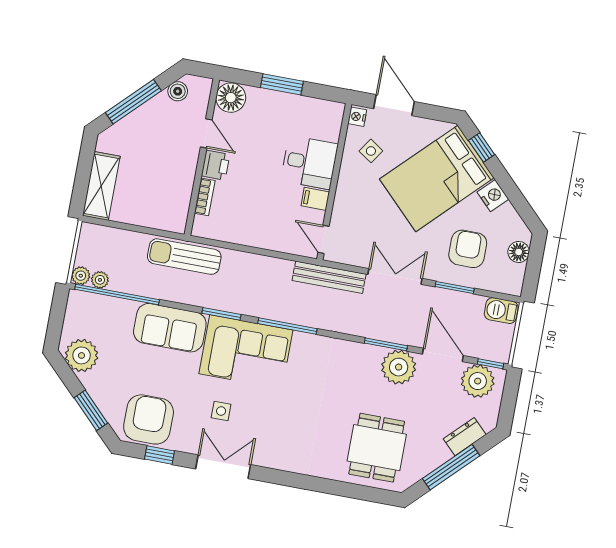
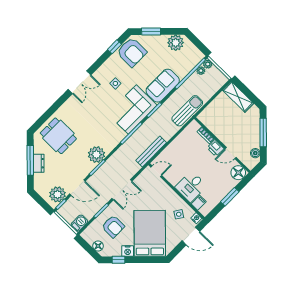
window: (482, 148) -> (118, 260), moved
filing cabinet: (315, 199) -> (199, 203), moved
bench: (329, 277) -> (151, 151), moved
plant: (399, 367) -> (96, 155), moved
dresser: (465, 437) -> (39, 163), moved
double door: (223, 467) -> (80, 82), moved

